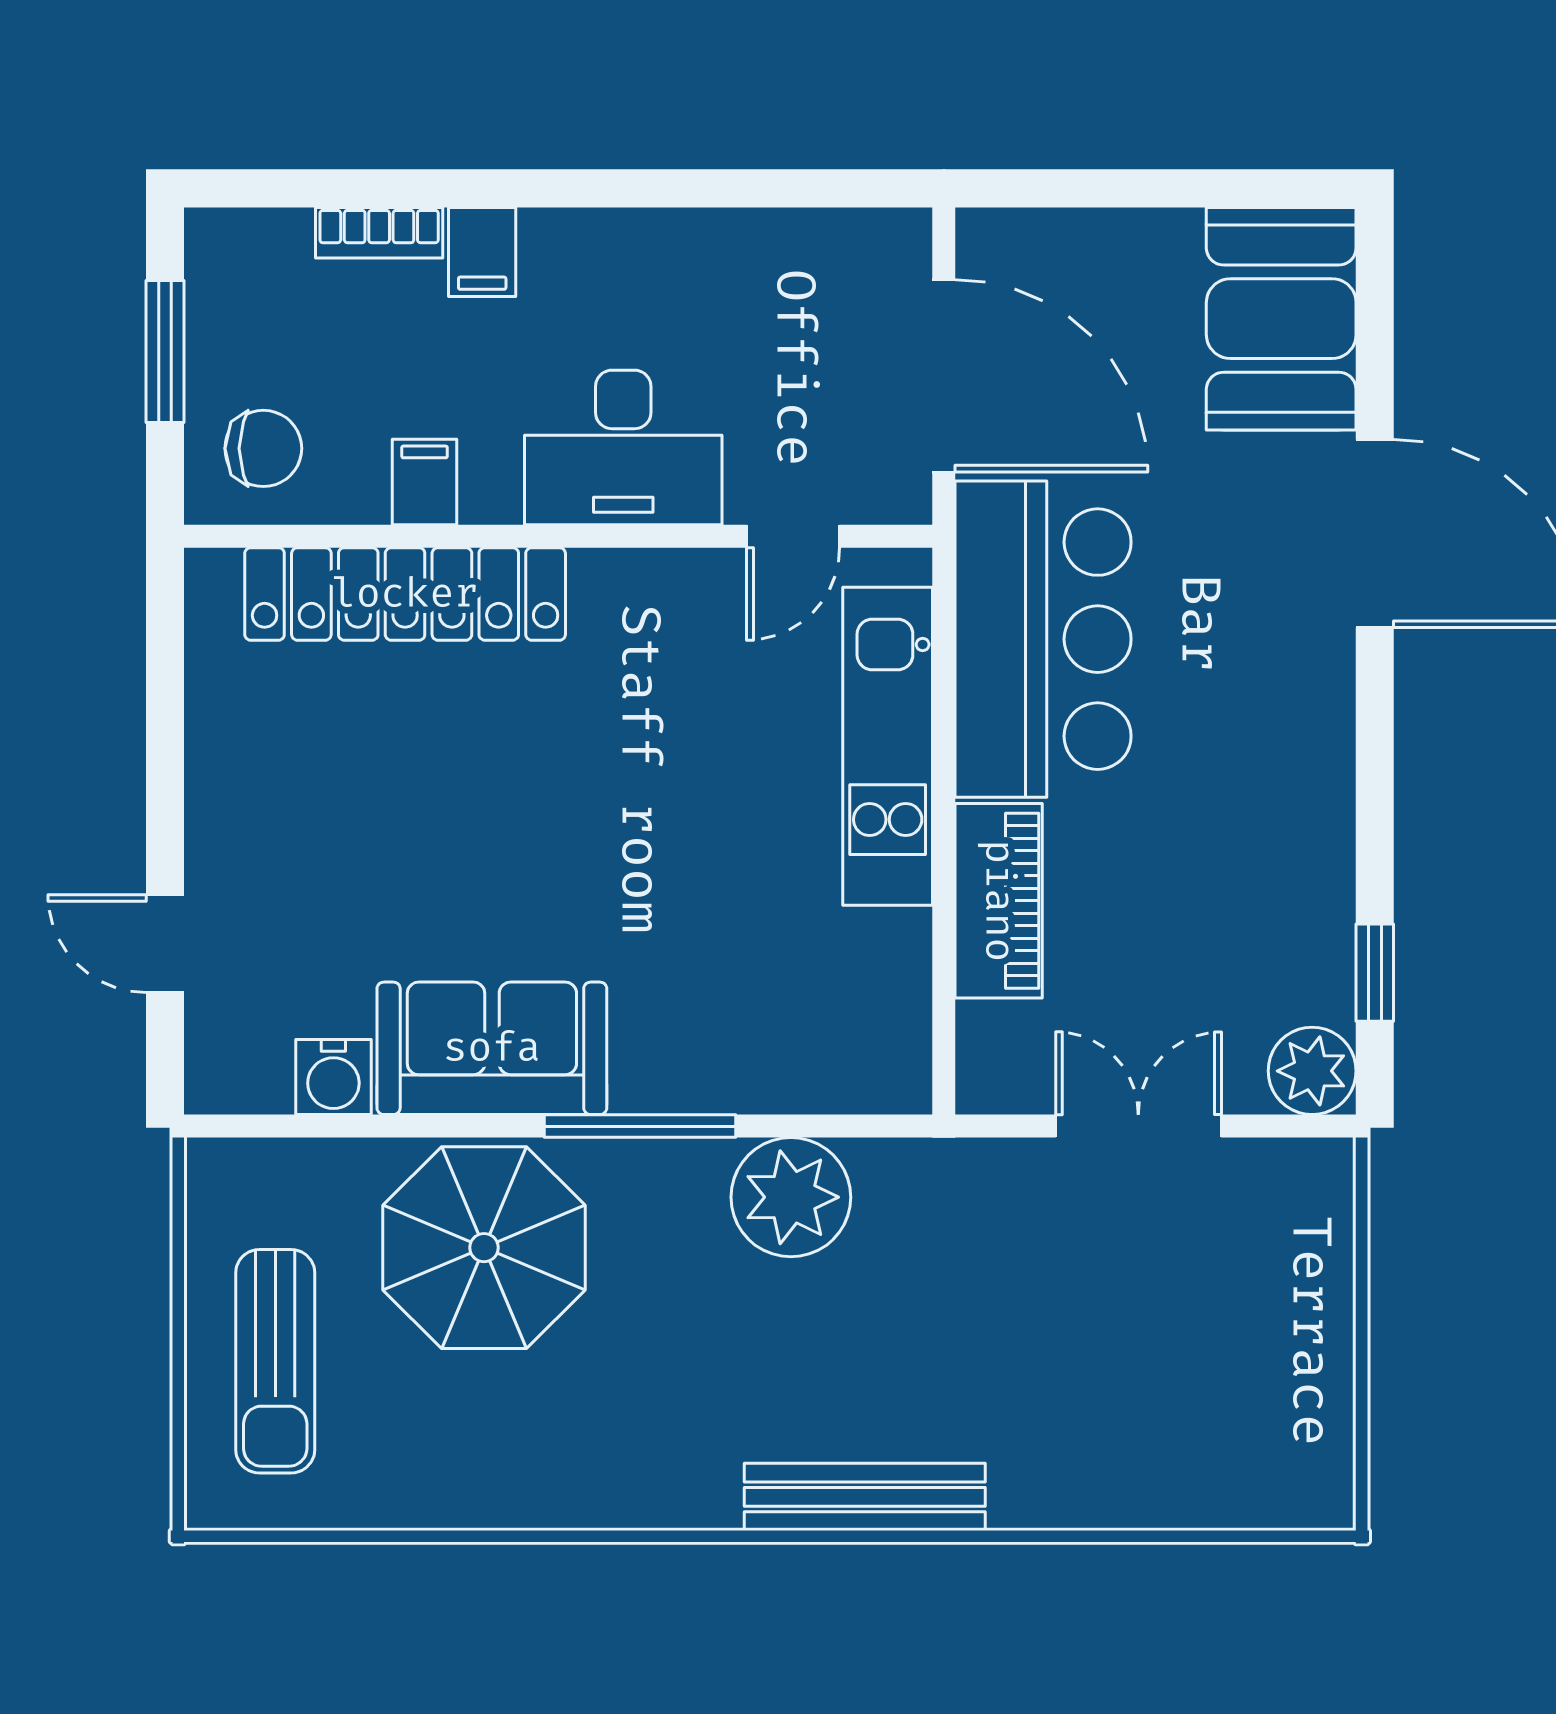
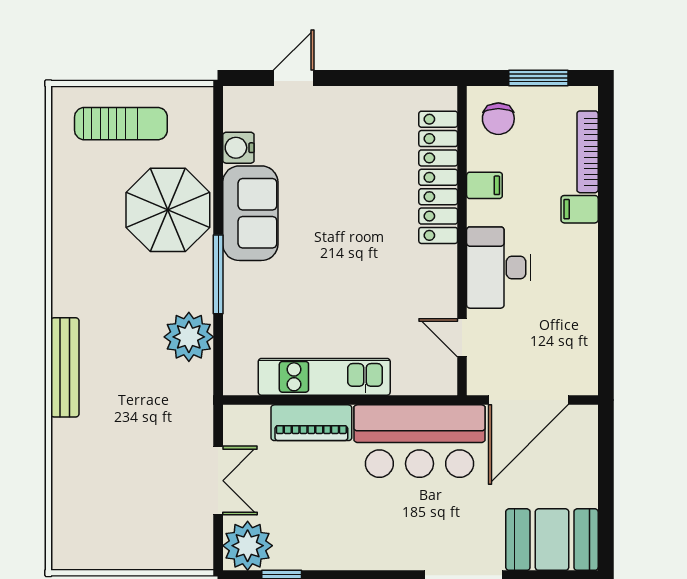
bookcase: (379, 233) -> (588, 152), width x1.56
kitchen unit: (888, 746) -> (324, 377), moved
plant: (1312, 1071) -> (248, 546), width x1.36, depth x1.36
sun lounger: (275, 1361) -> (121, 124), turned 180

